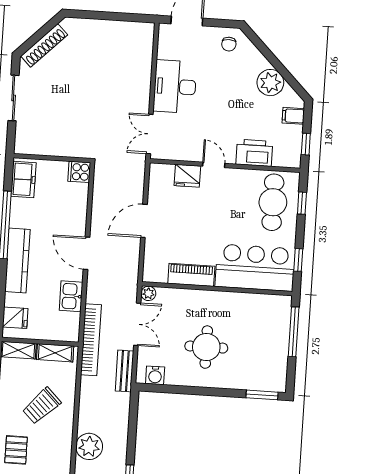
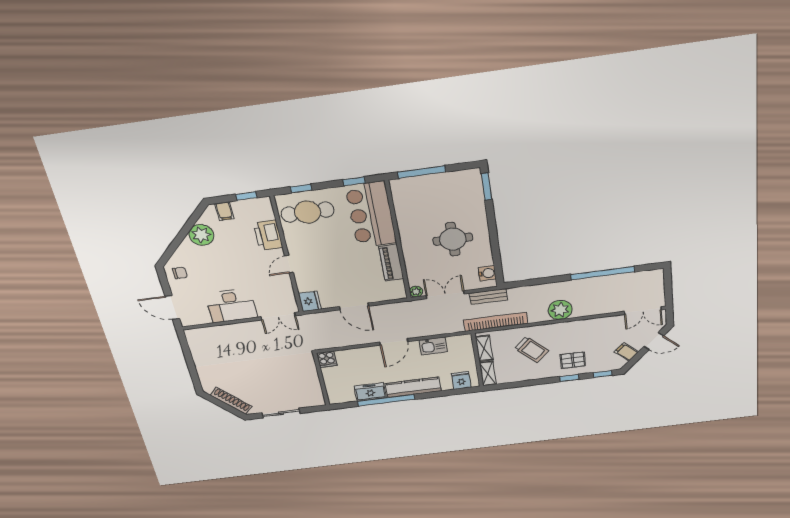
fridge: (187, 176) -> (310, 301), moved
freezer: (23, 179) -> (370, 392), moved
bookcase: (91, 340) -> (496, 322), moved

